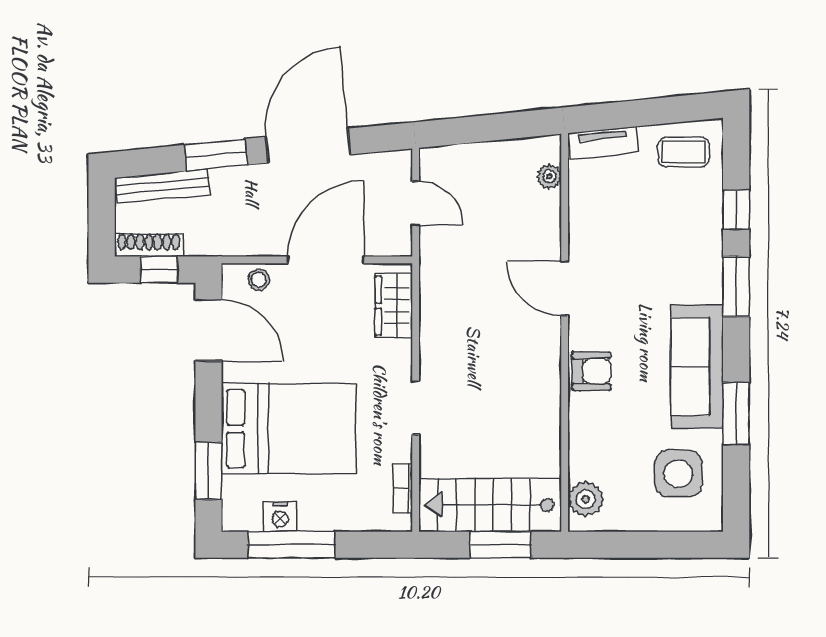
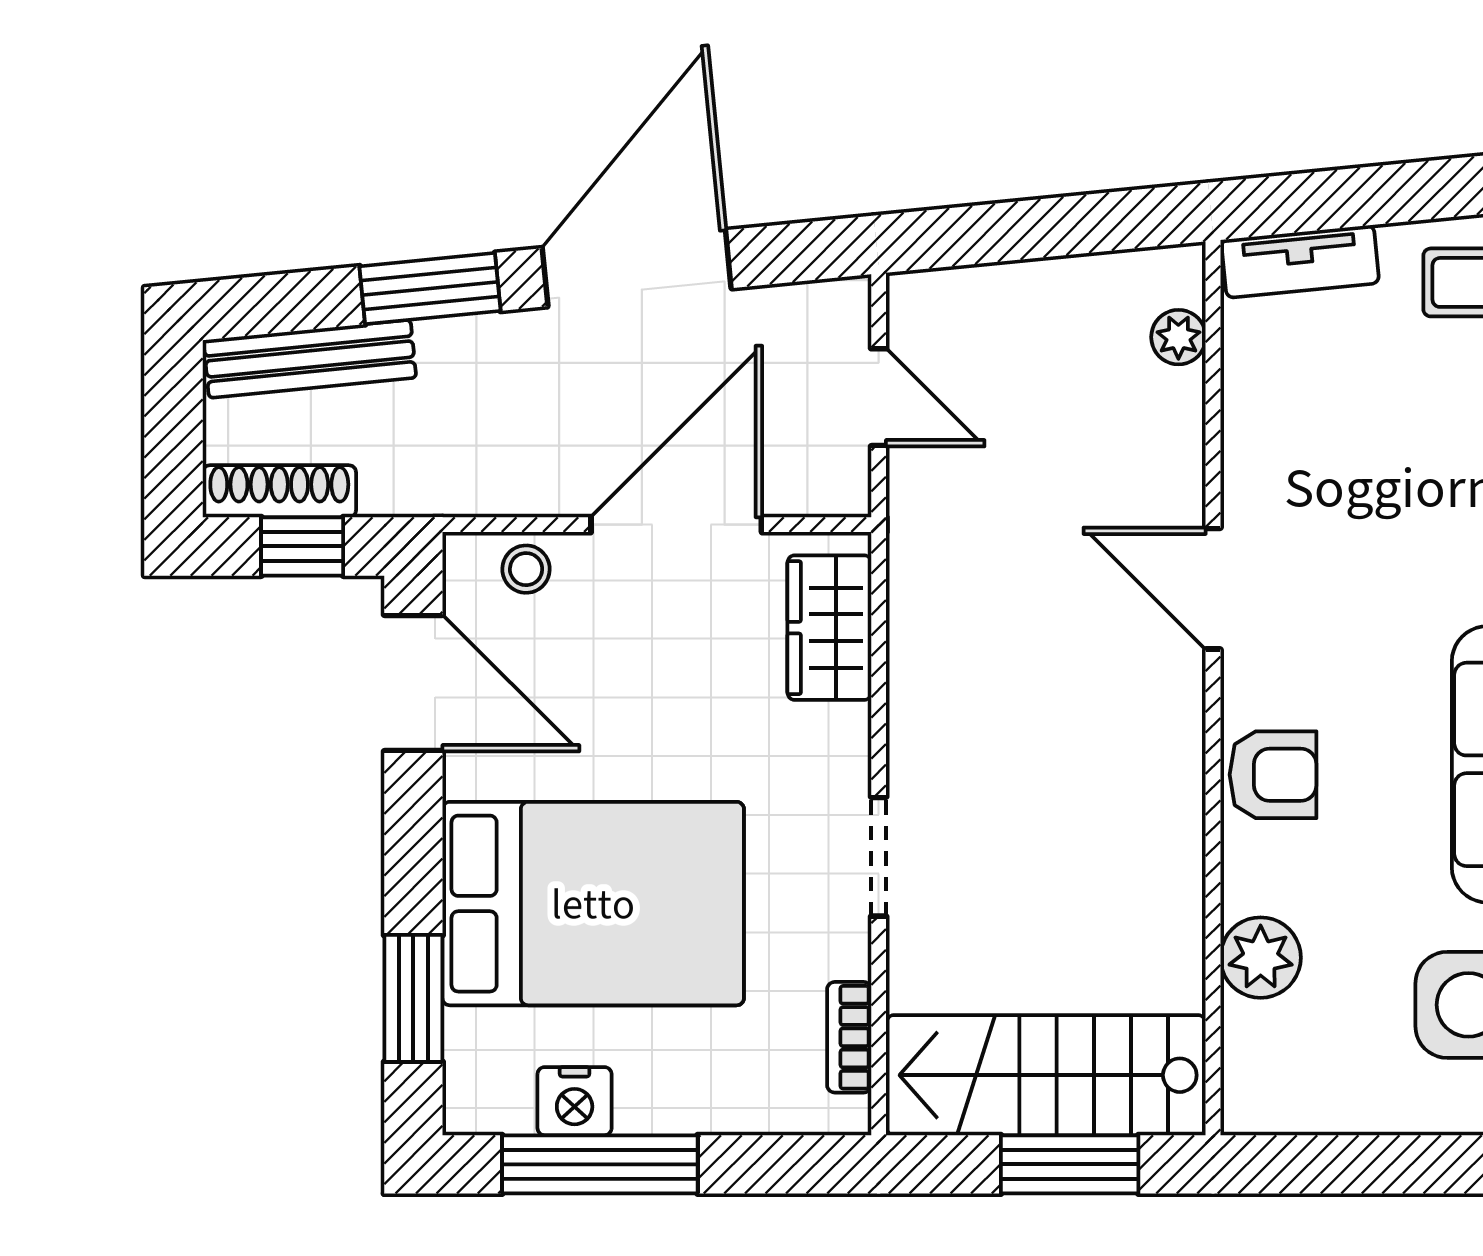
plant: (586, 499) -> (1261, 958), moved

